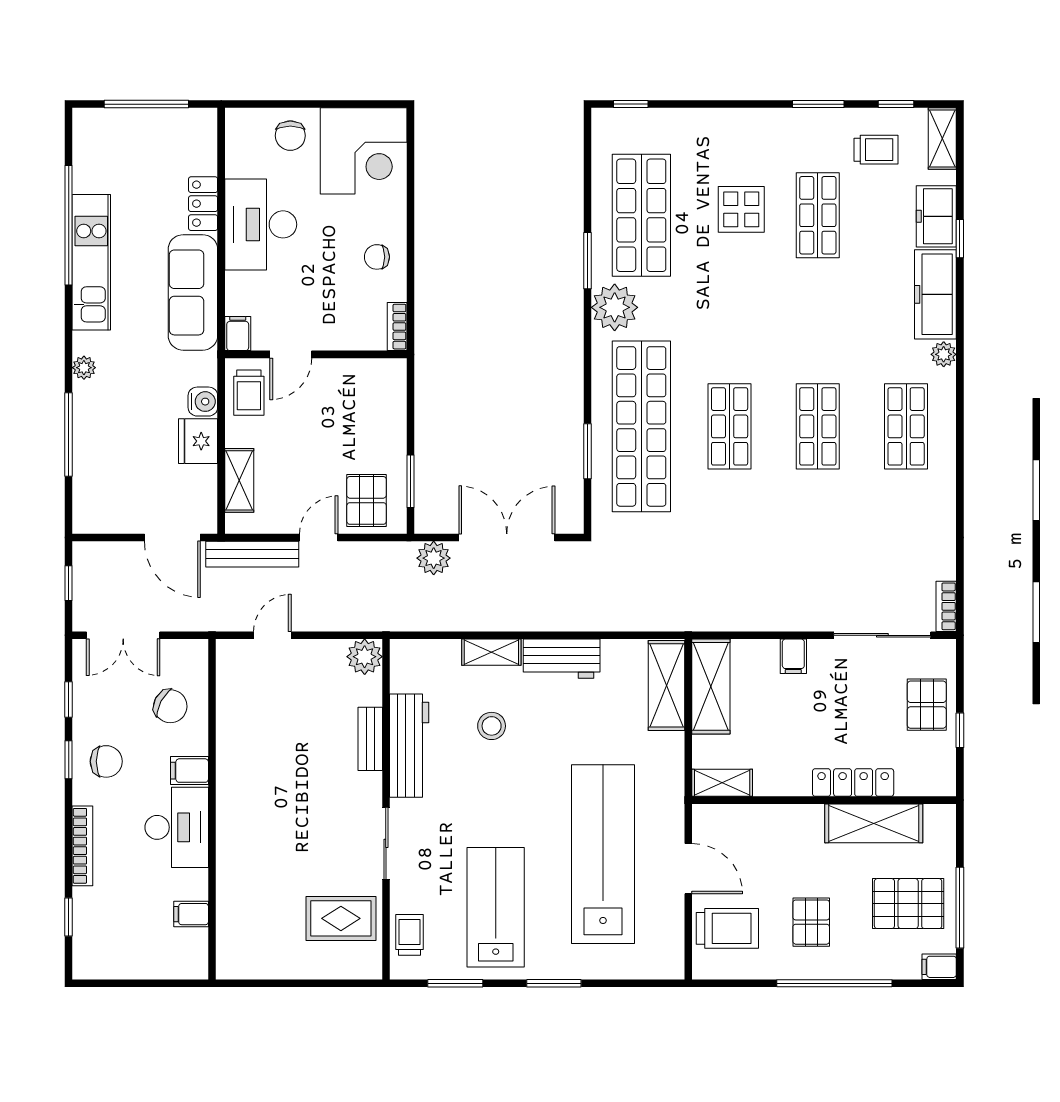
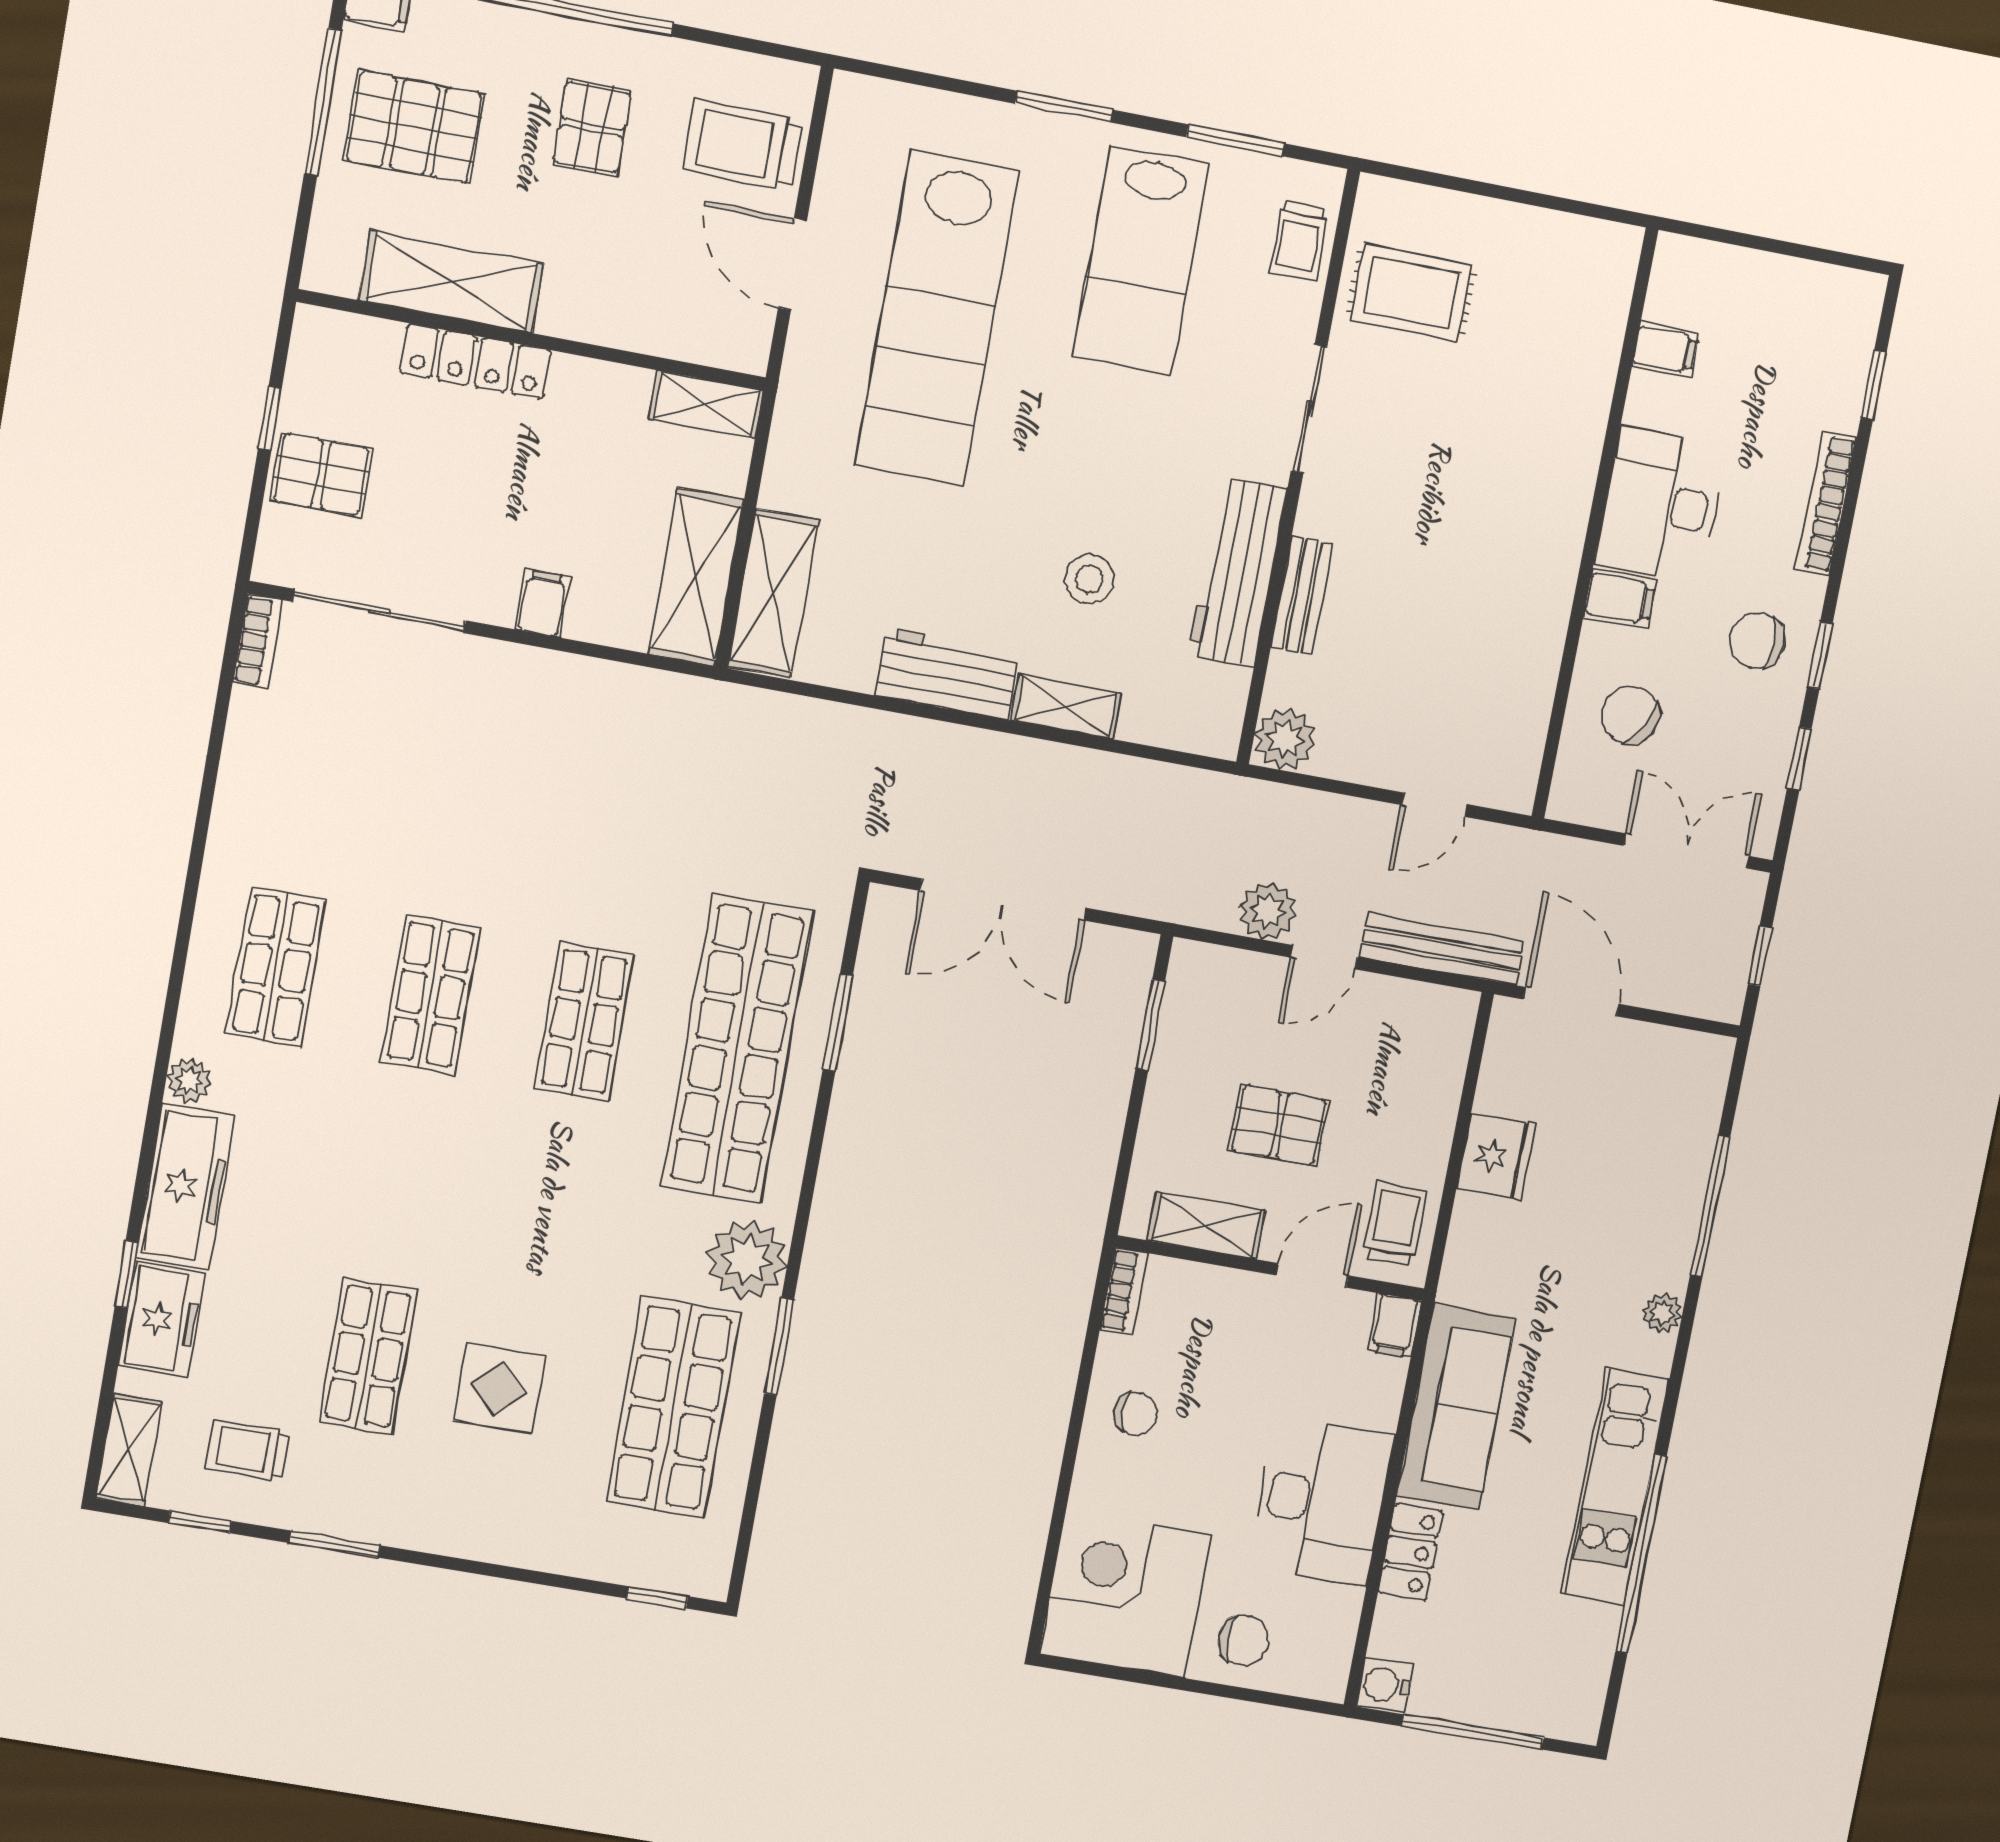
chair: (290, 136) -> (1243, 1640), turned 89
water cooler: (203, 402) -> (1385, 1685), moved
shelving: (239, 480) -> (1206, 1225), moved, turned 90
pallet: (367, 500) -> (1279, 1125), moved, turned 90
plant: (434, 558) -> (1268, 911), moved
pallet: (927, 705) -> (321, 475), turned 90

